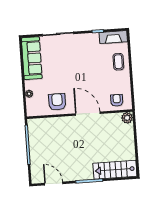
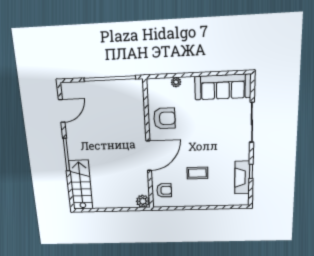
fireplace: (113, 37) -> (242, 177), moved
coffee table: (118, 62) -> (197, 173), moved

